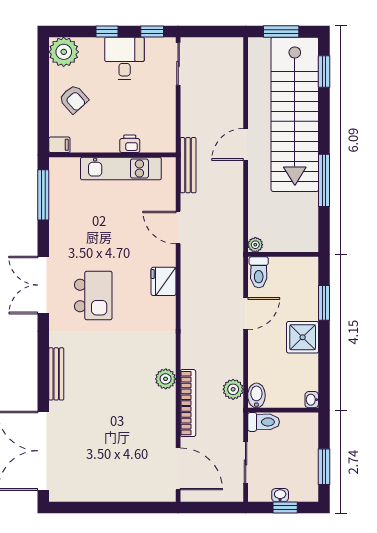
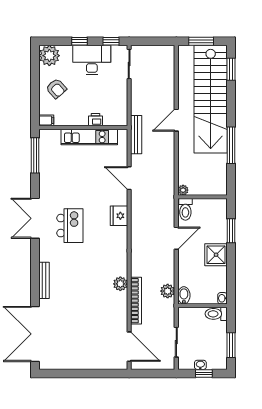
desk: (125, 58) -> (92, 60), width x1.37
toilet: (264, 422) -> (216, 314), moved, turned 180

